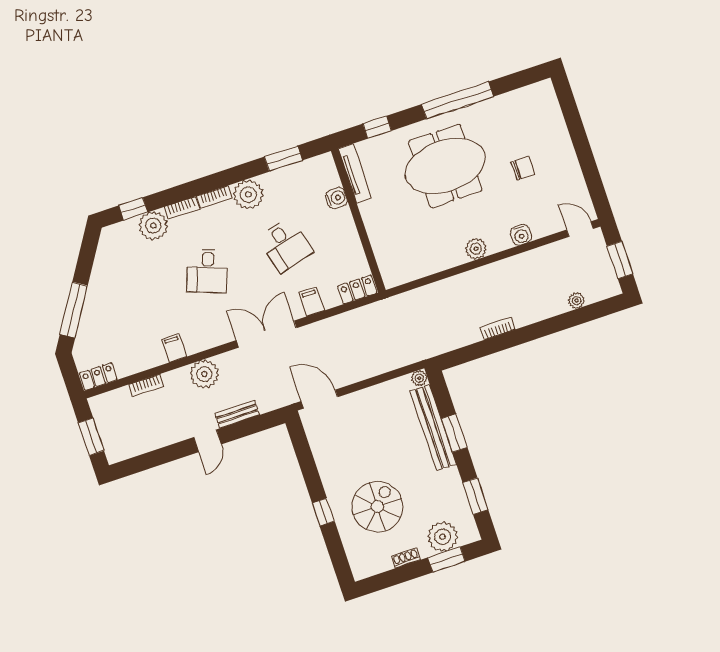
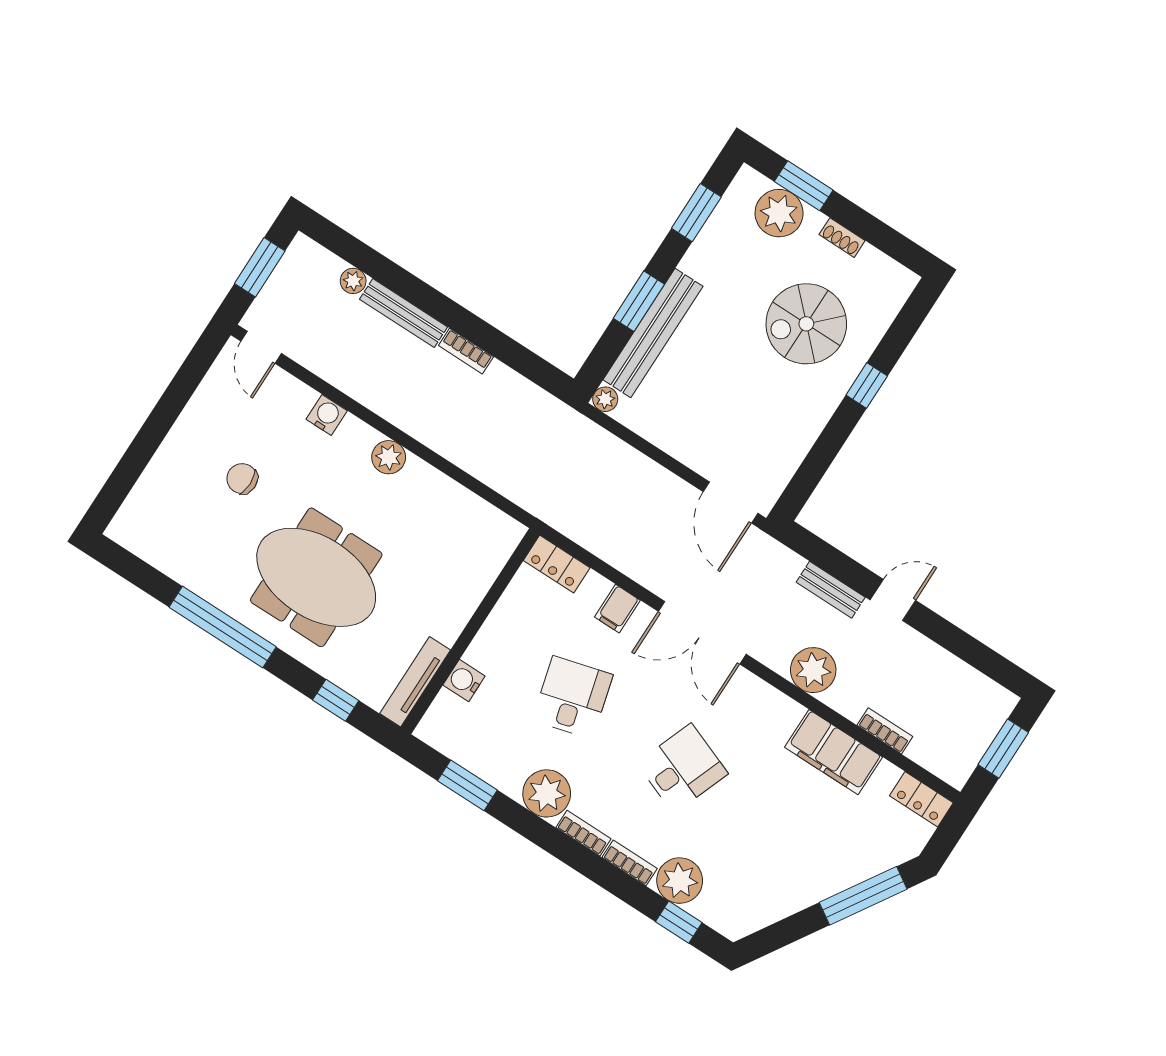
bench: (541, 313) -> (403, 313), added
filing cabinet: (174, 348) -> (834, 752), width x3.00, depth x1.17

